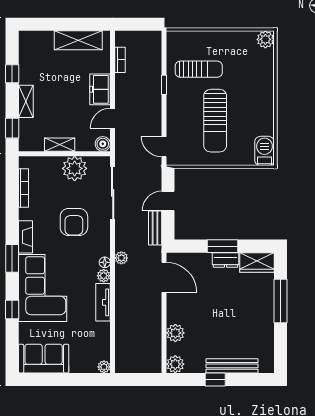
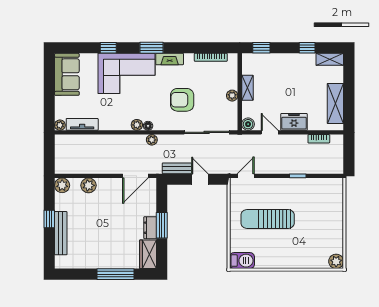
sun lounger: (199, 69) -> (311, 205), removed
shelving: (26, 101) -> (330, 59), moved
plant: (75, 168) -> (232, 96), width x0.53, depth x0.53
tv unit: (103, 302) -> (82, 124), moved

